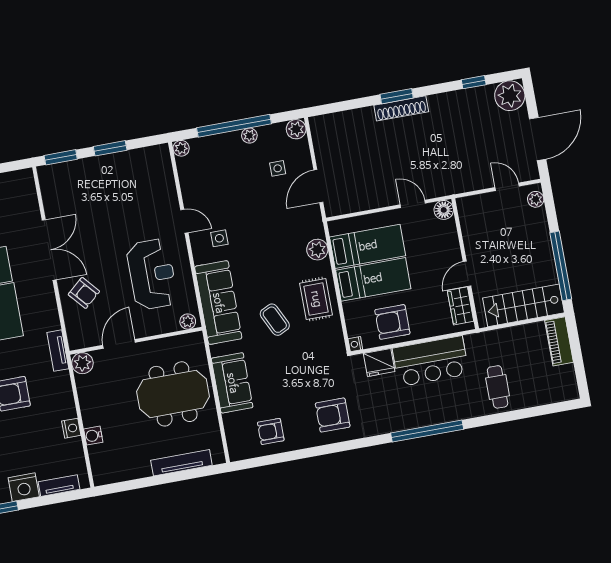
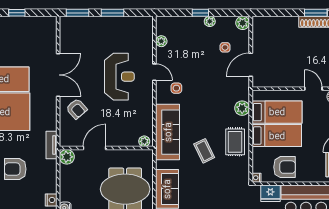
window: (234, 126) -> (200, 13), width x0.32
plant: (181, 148) -> (161, 41), moved
reception desk: (152, 274) -> (119, 77), moved
armchair: (392, 322) -> (285, 167), turned 180

